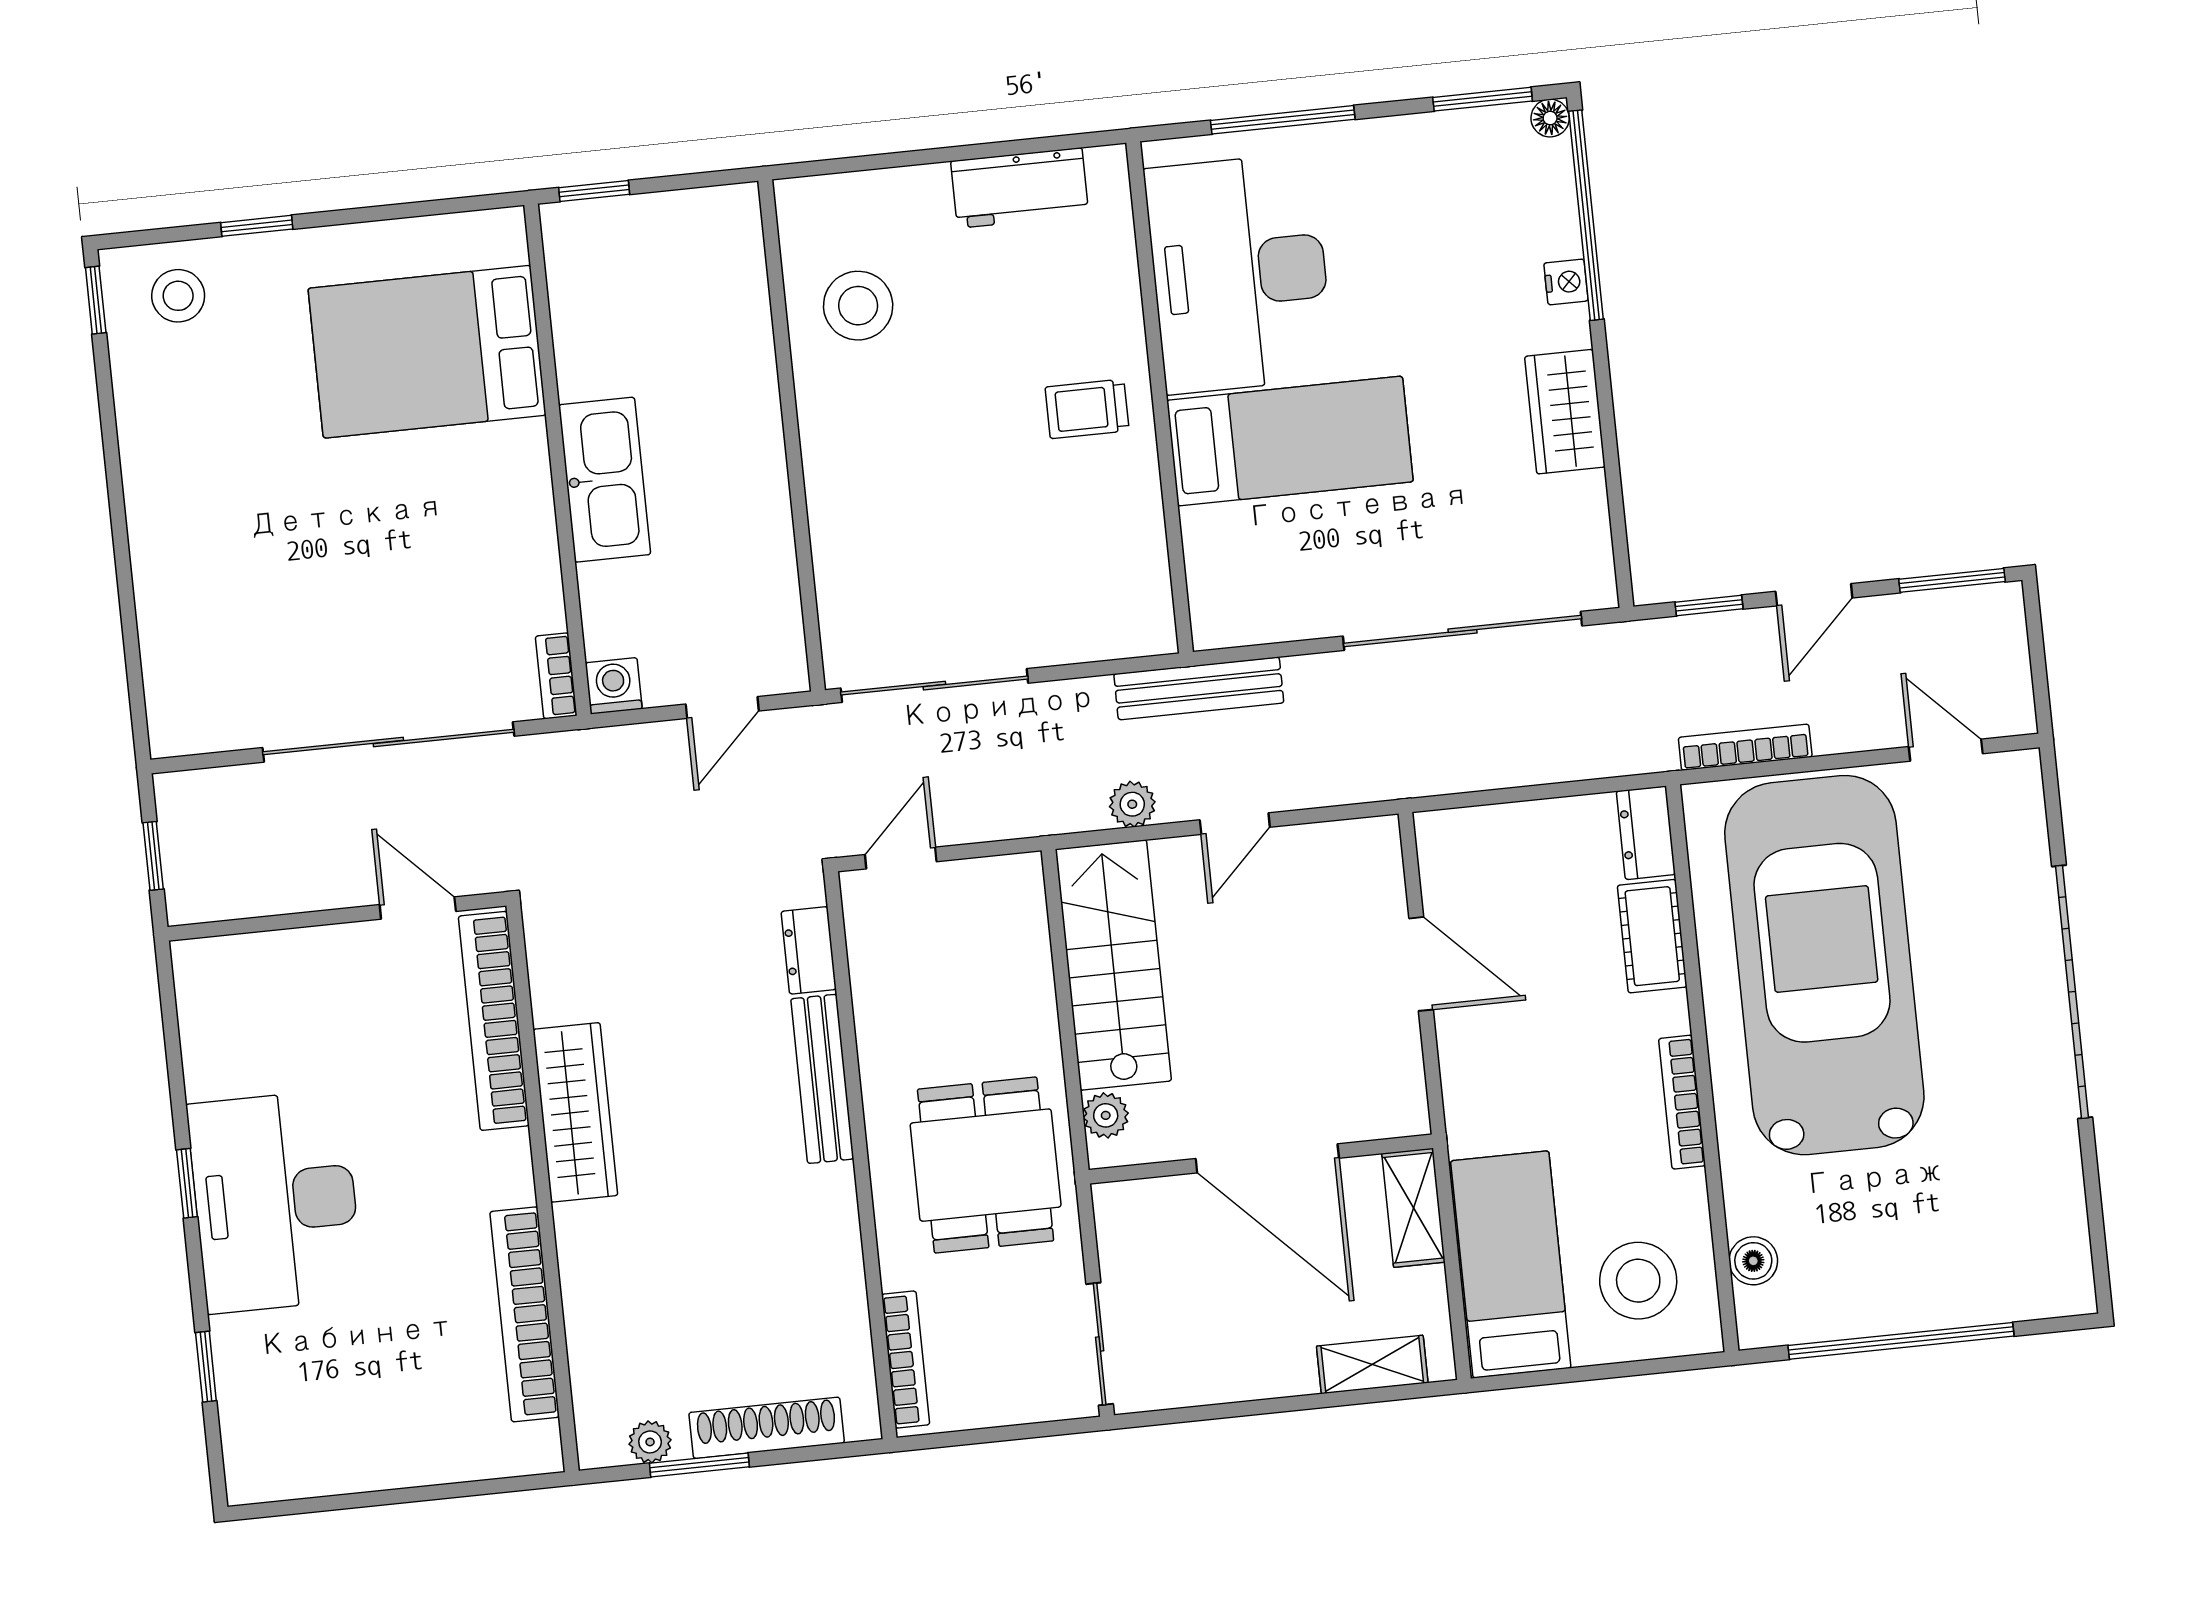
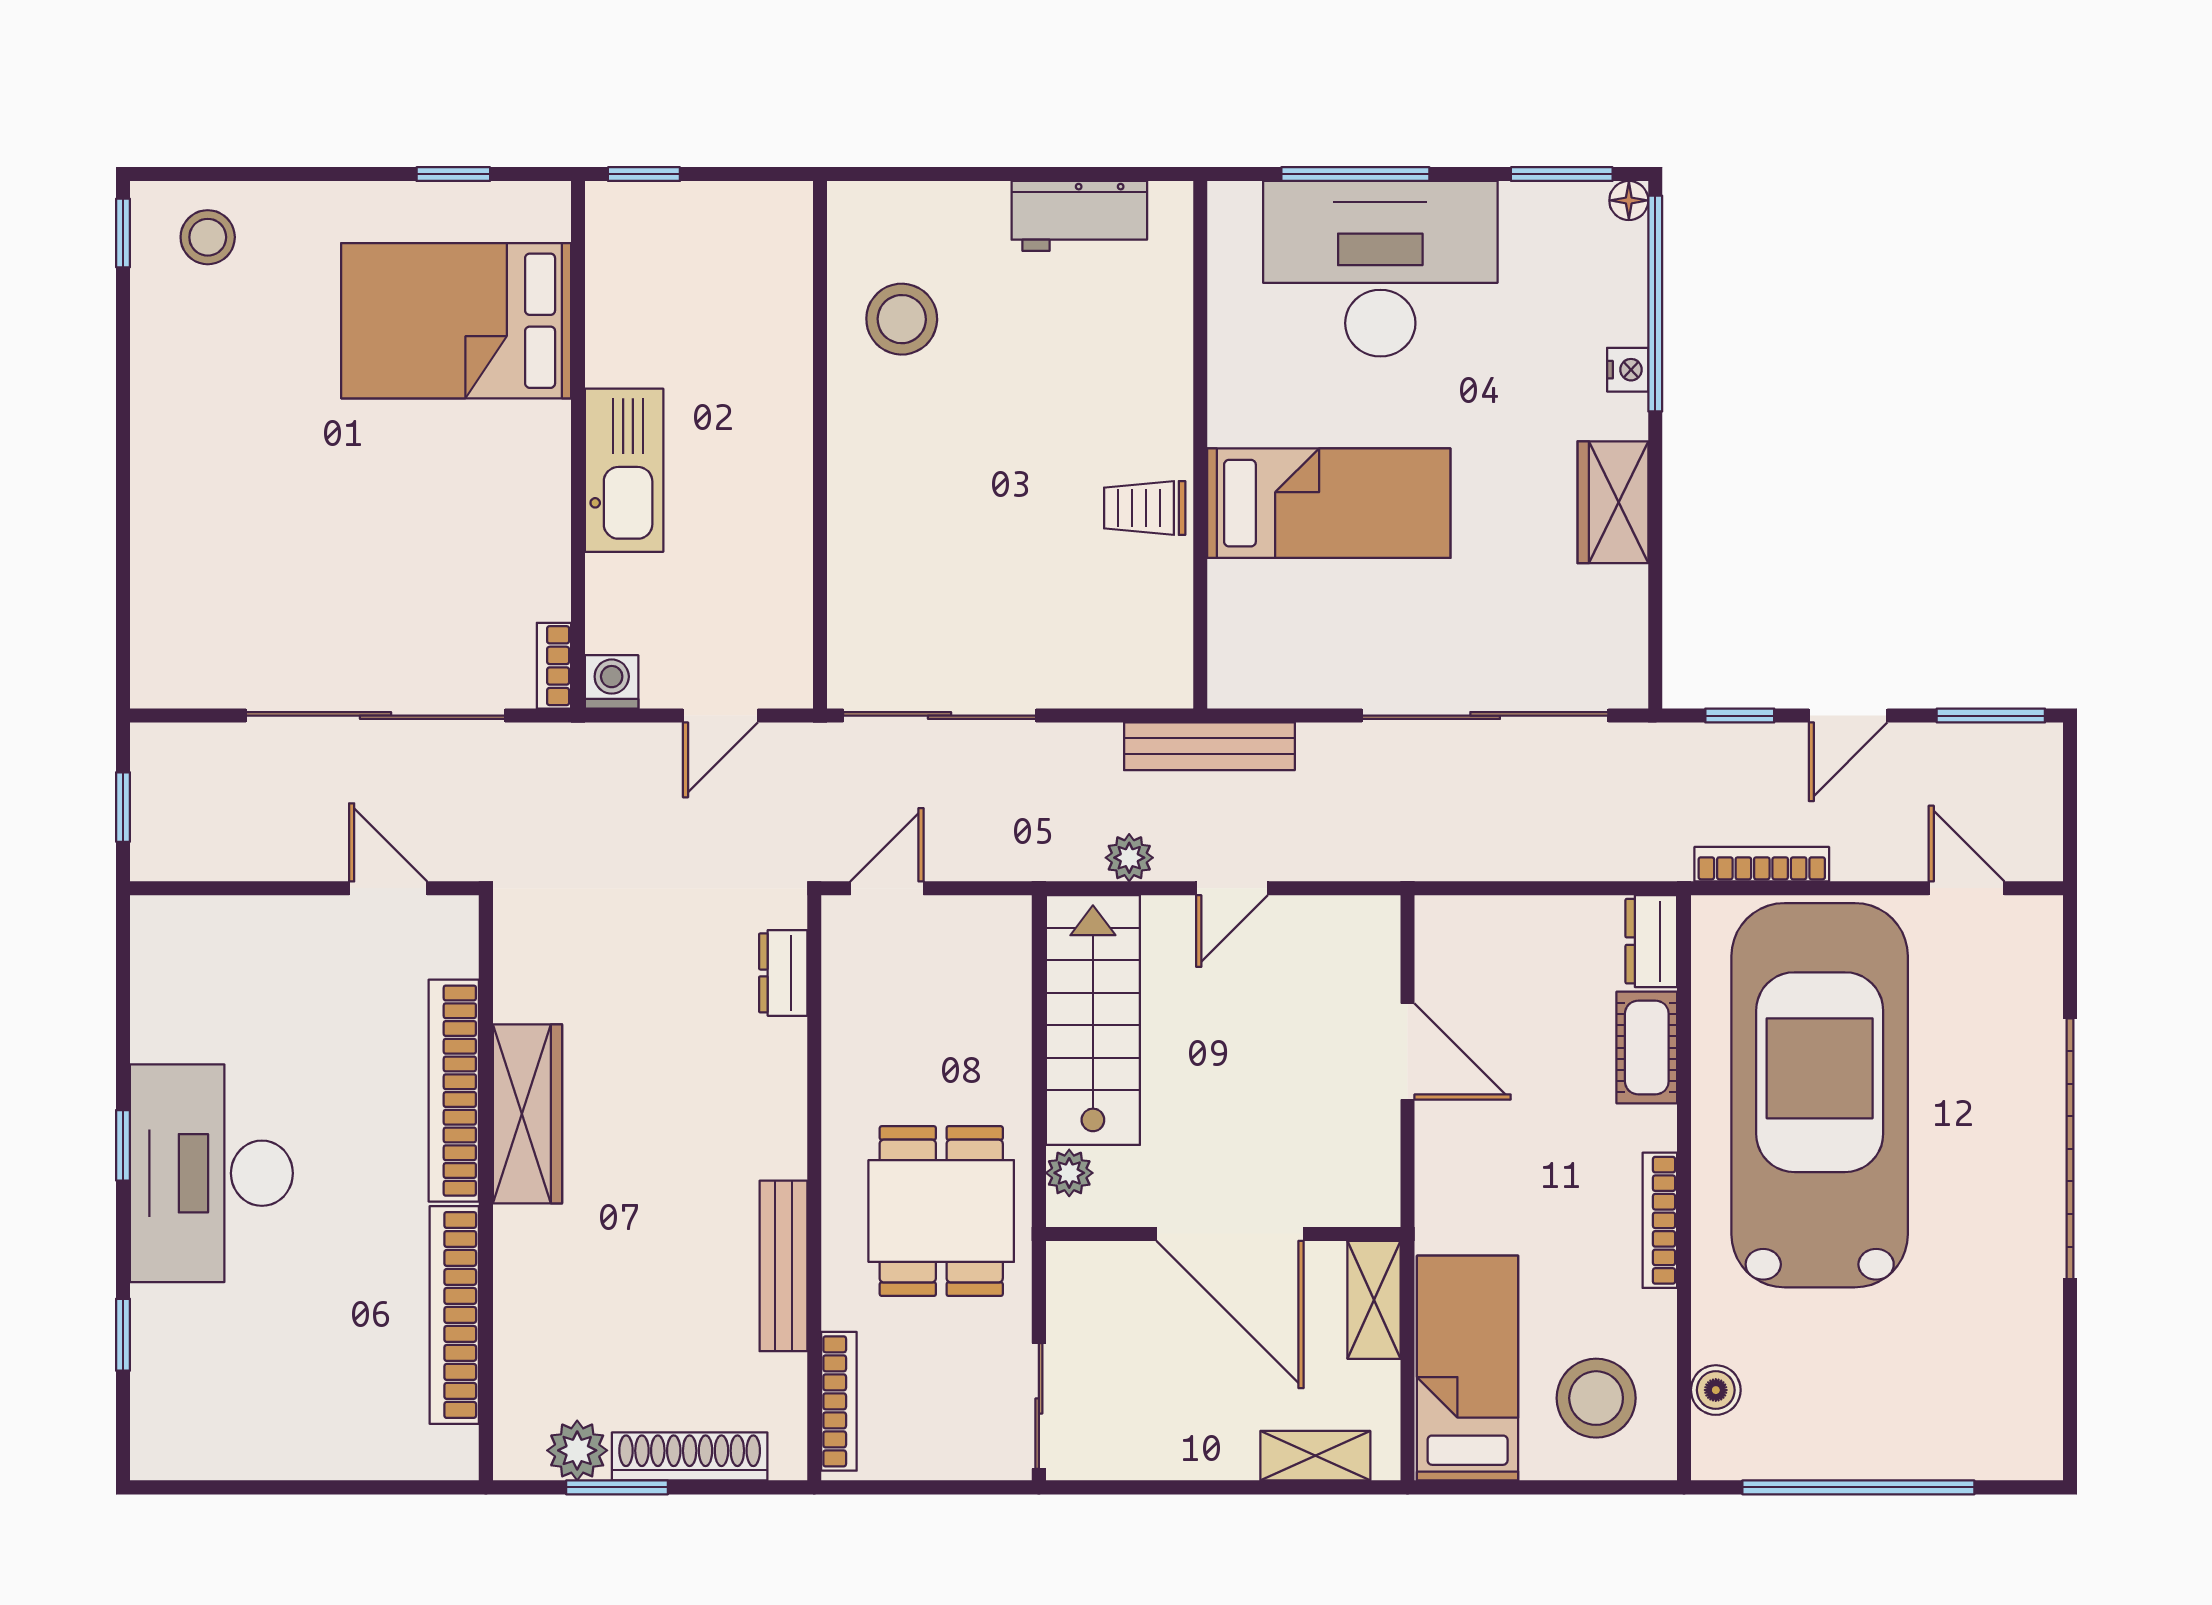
window: (257, 226) -> (453, 174), moved
desk: (1239, 273) -> (1380, 269), moved, turned 90
trolley: (1087, 409) -> (1145, 508), moved
bookcase: (494, 1021) -> (454, 1091), moved
bench: (822, 1079) -> (783, 1266), moved
plant: (650, 1442) -> (577, 1450), width x1.38, depth x1.38

